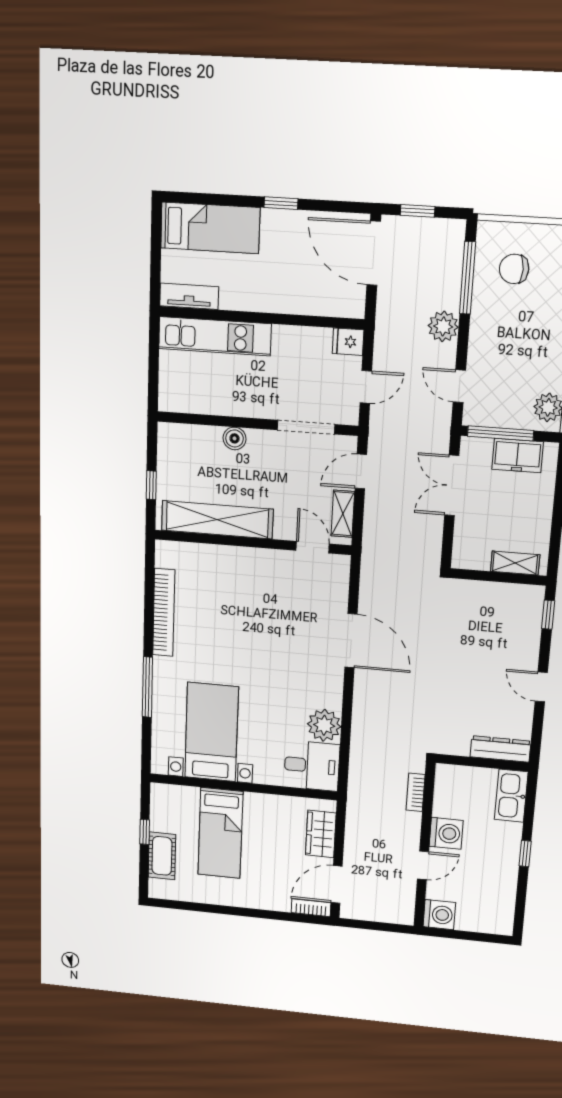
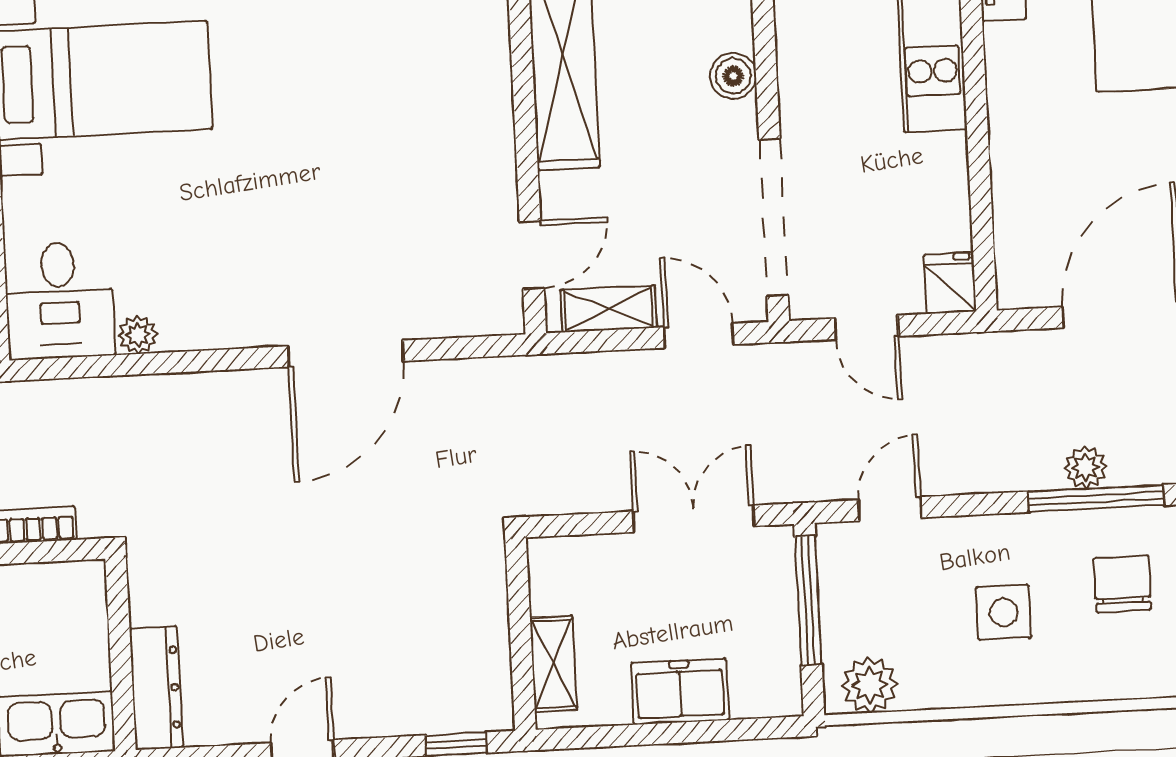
plant: (443, 326) -> (1085, 467), moved, width x0.73, depth x0.73
side table: (520, 334) -> (1004, 612), added
doorway: (306, 427) -> (774, 217), width x1.36
freezer: (518, 456) -> (680, 692), moved, turned 90
plant: (324, 725) -> (138, 335), width x0.53, depth x0.53

